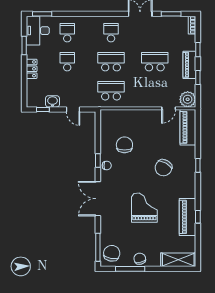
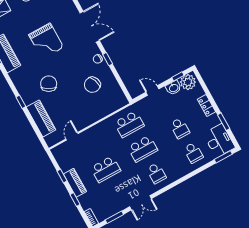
plant: (188, 99) -> (188, 82), moved
piano: (188, 127) -> (41, 118), moved
chair: (124, 145) -> (92, 85), turned 69

